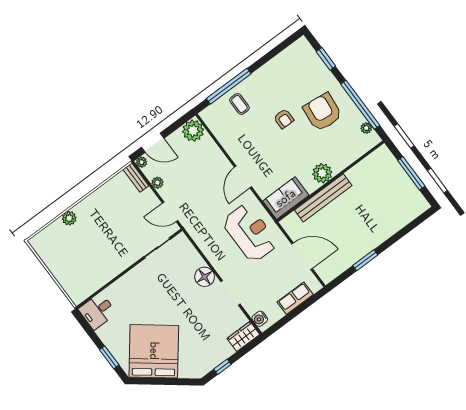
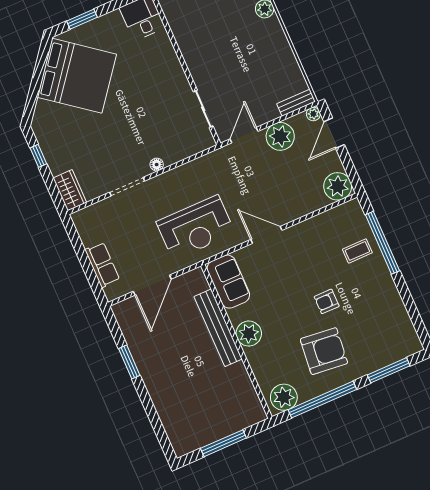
window: (326, 59) -> (389, 370), width x1.44
plant: (366, 128) -> (284, 397), width x1.87, depth x1.87
plant: (157, 183) -> (280, 136), width x1.88, depth x1.88
floor lamp: (205, 277) -> (157, 165), width x0.53, depth x0.53
water cooler: (260, 319) -> (87, 215), removed

